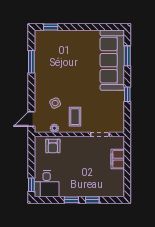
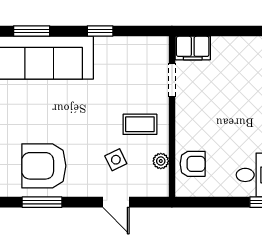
armchair: (52, 63) -> (44, 166), added
door: (31, 119) -> (116, 202), moved
filing cabinet: (118, 159) -> (193, 48), moved

